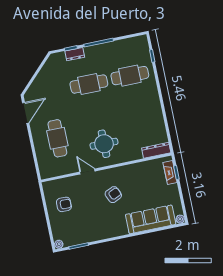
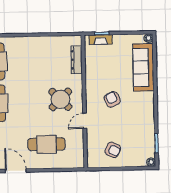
round table: (104, 144) -> (60, 99), turned 45
dresser: (156, 150) -> (77, 60), moved
armchair: (64, 204) -> (113, 150), turned 116

